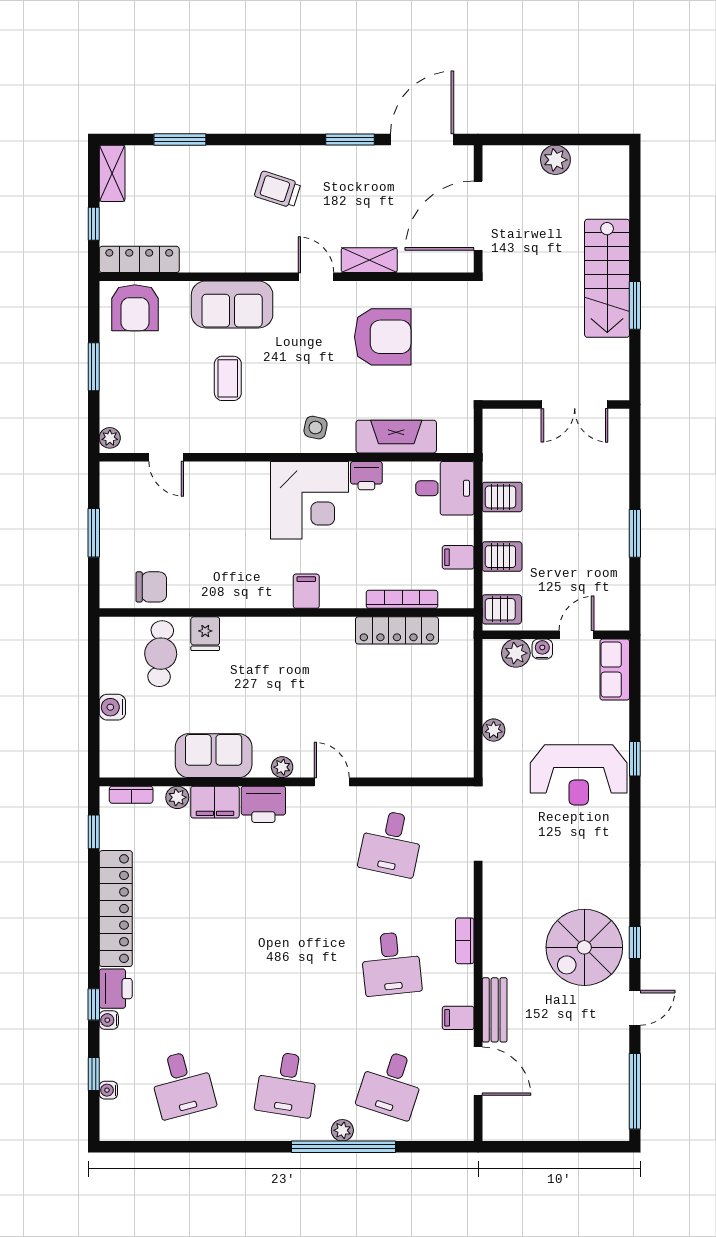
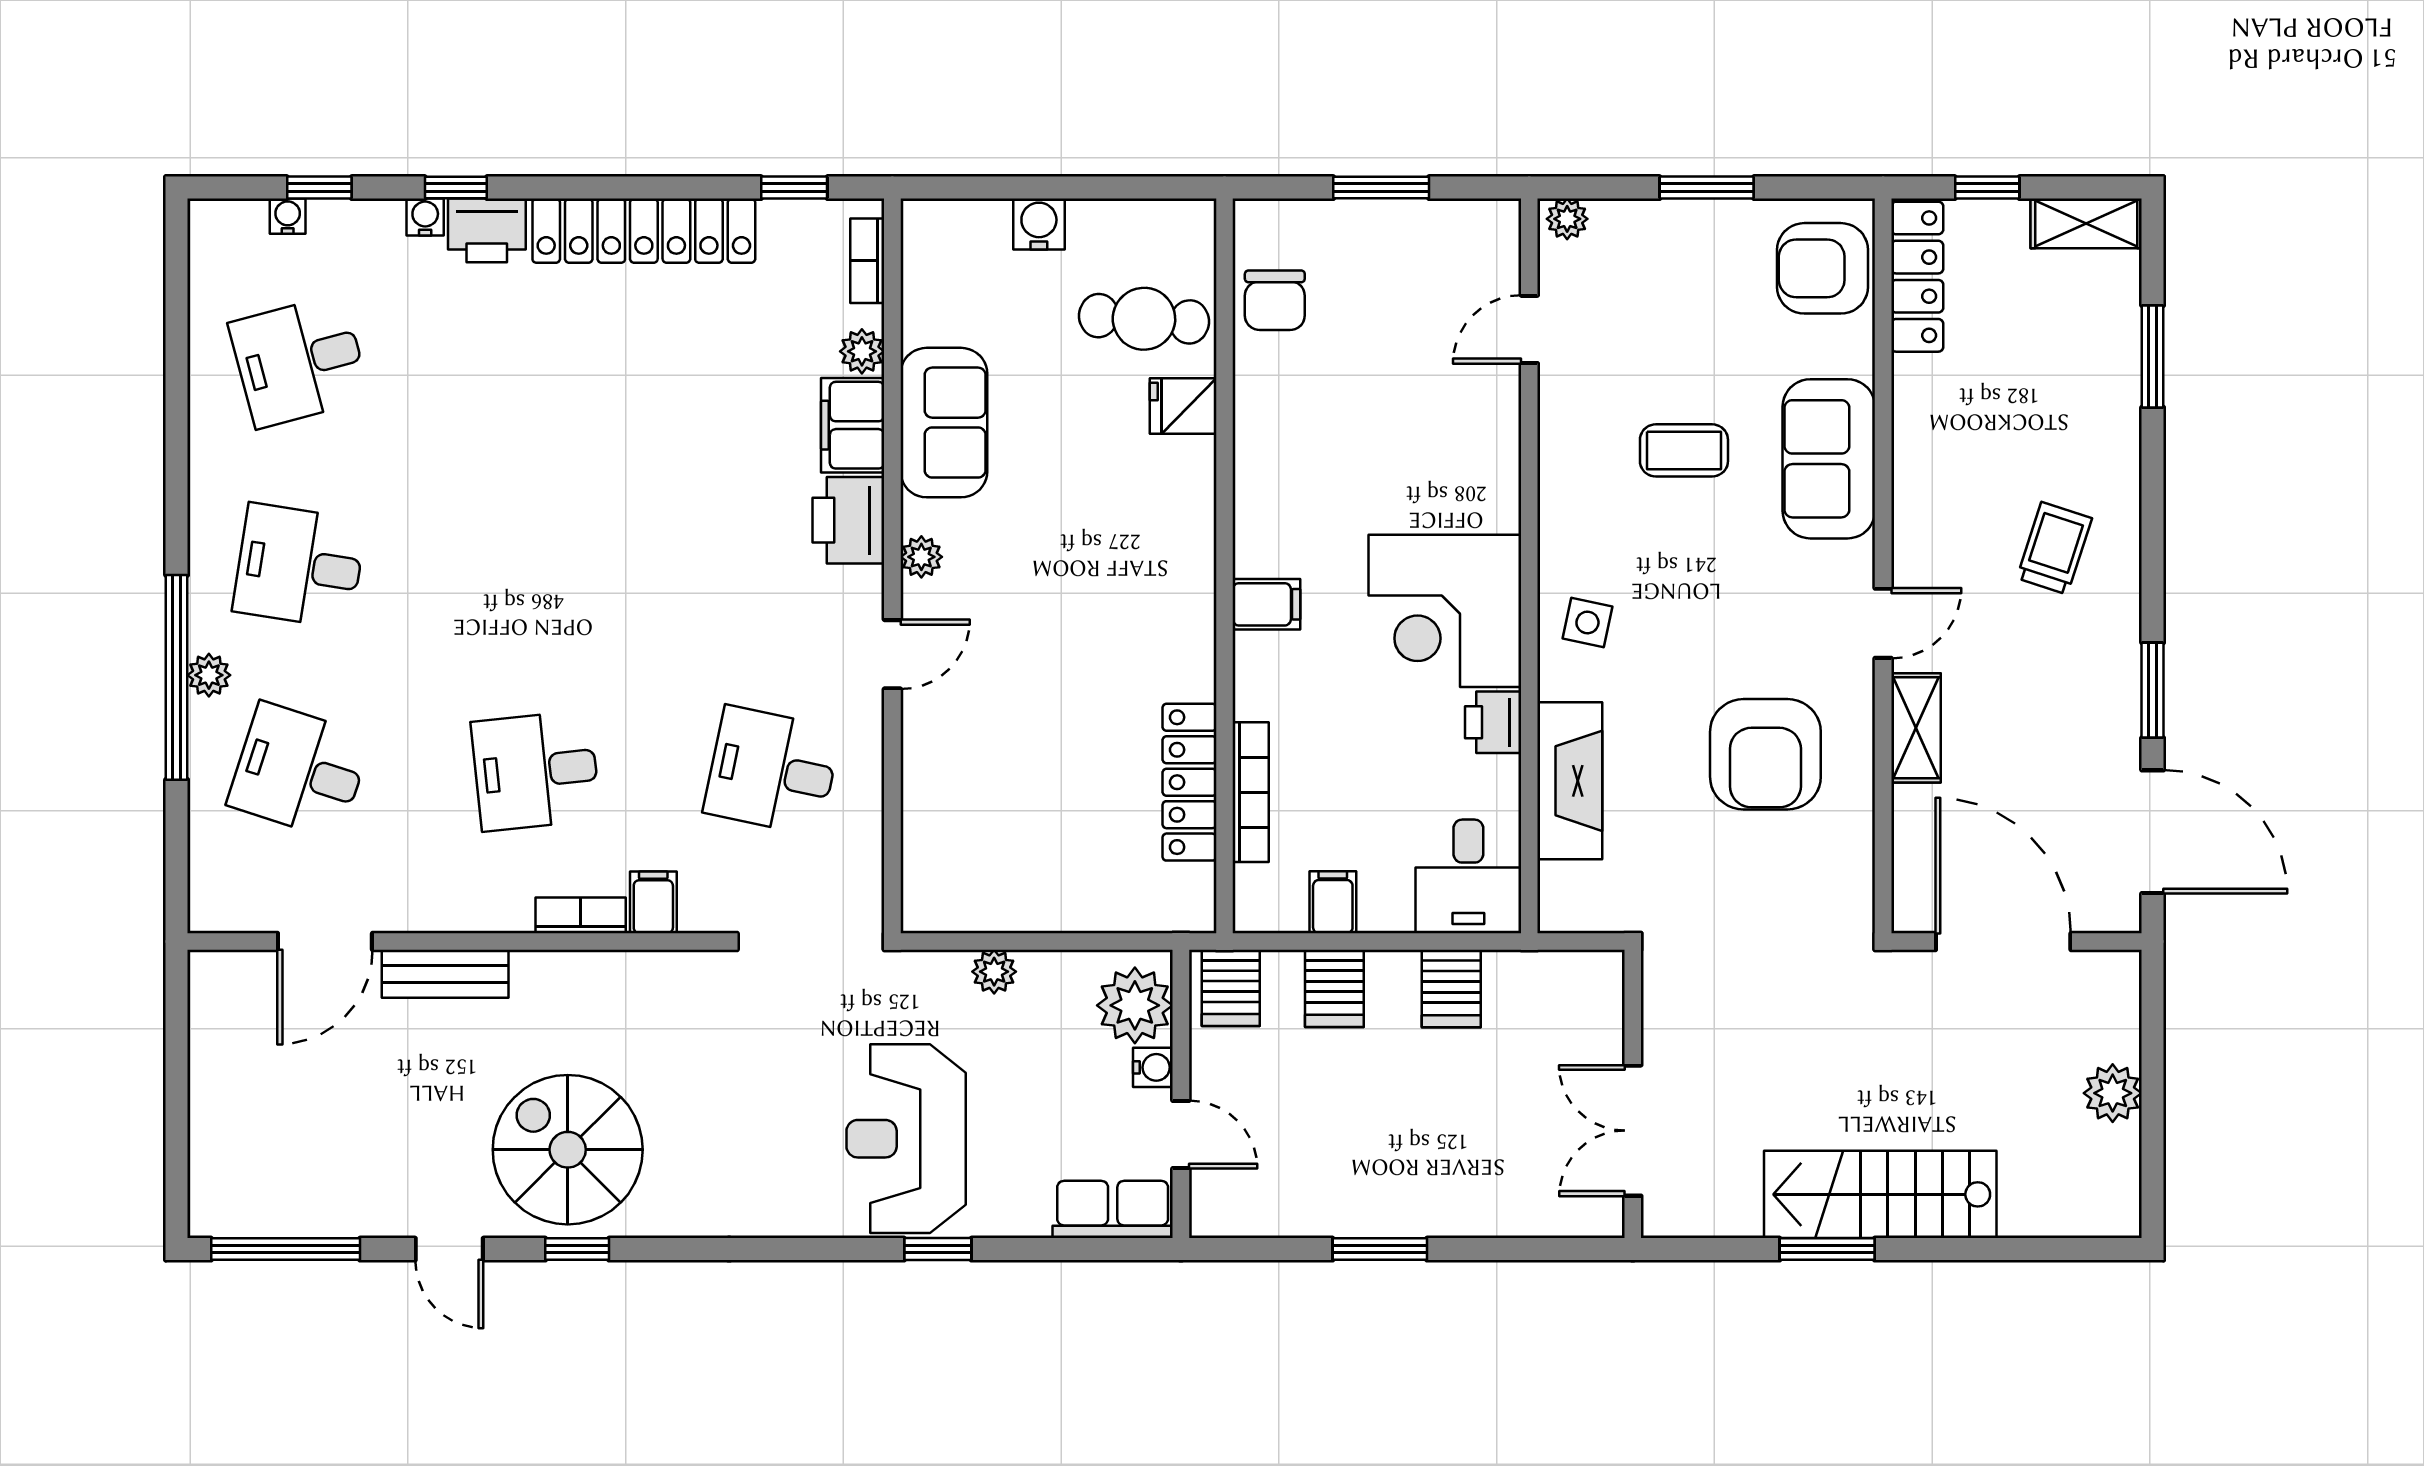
plant: (516, 653) -> (1135, 1005), width x1.36, depth x1.36
filing cabinet: (458, 1018) -> (653, 902), moved

